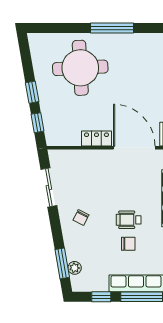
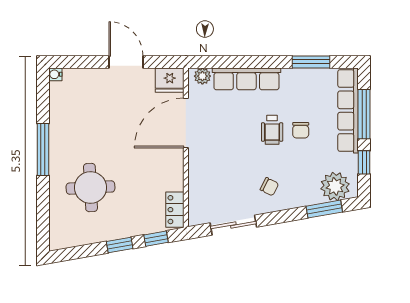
round table: (80, 68) -> (90, 188), width x0.73, depth x0.73
locker: (96, 138) -> (175, 210), moved
chair: (128, 244) -> (301, 130), turned 180
plant: (75, 268) -> (335, 186), width x1.88, depth x1.88

